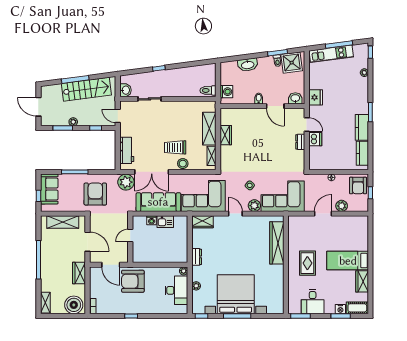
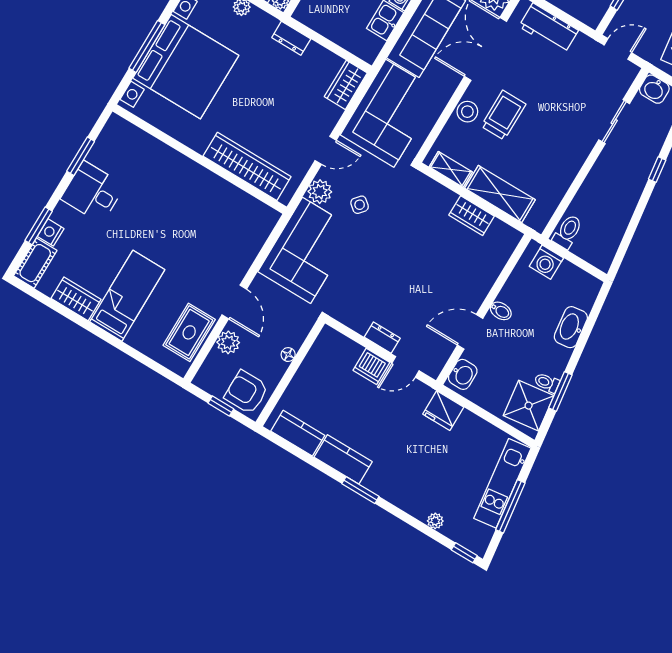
wardrobe: (277, 243) -> (247, 166), moved
rug: (307, 263) -> (189, 332), moved, turned 90
wall: (286, 265) -> (200, 159), moved

